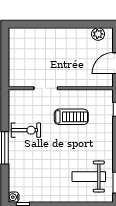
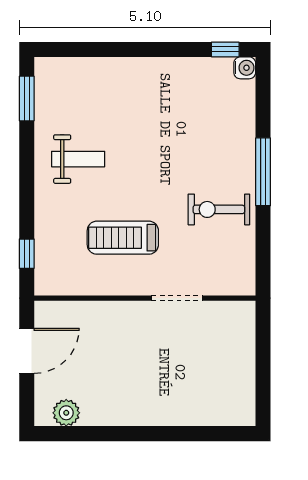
weight bench: (89, 177) -> (78, 159), moved, width x0.73, depth x0.75

